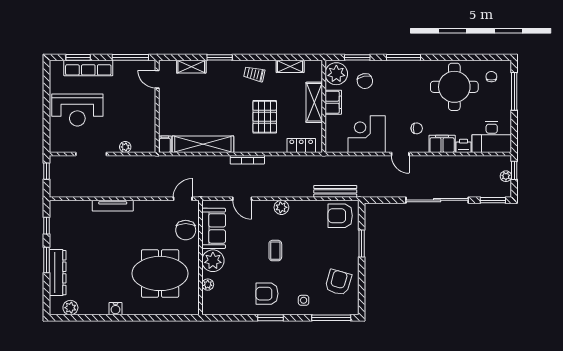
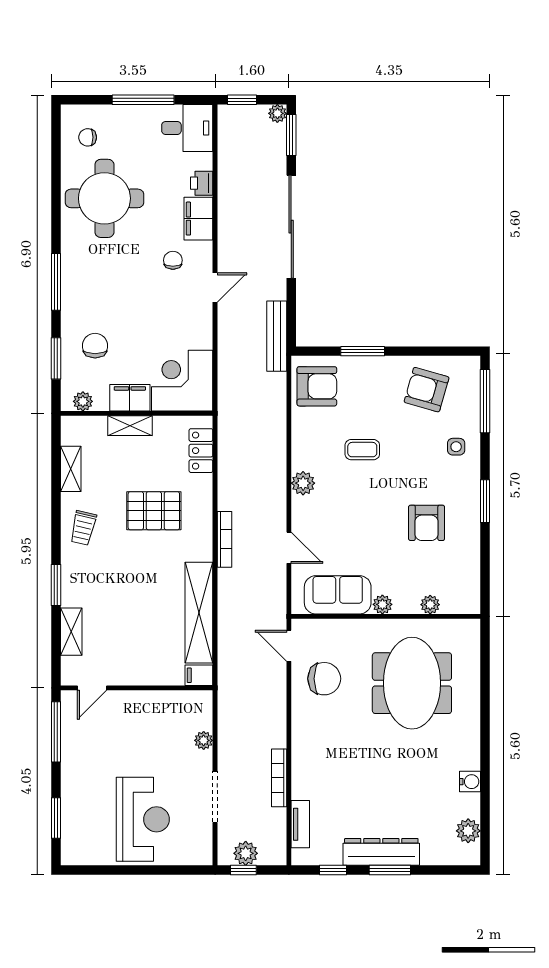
row of seats: (88, 68) -> (73, 801), removed
plant: (336, 74) -> (83, 401), width x0.53, depth x0.53
chair: (365, 81) -> (95, 346), turned -78
window: (514, 91) -> (143, 100), moved
shelving: (314, 102) -> (130, 426), width x0.67, depth x0.75
corner desk: (367, 134) -> (182, 381), moved, turned 90
desk: (492, 137) -> (187, 128), width x0.73
plant: (57, 173) -> (246, 853), added
plant: (506, 176) -> (277, 113), moved
bench: (335, 191) -> (277, 336), moved
bookcase: (103, 193) -> (279, 778), added
door: (242, 199) -> (289, 548), hinge flipped
tv unit: (113, 206) -> (300, 824), moved, width x0.71
armchair: (340, 216) -> (317, 386), turned -90
chair: (186, 230) -> (324, 679), moved
coffee table: (275, 251) -> (362, 450), moved
plant: (213, 261) -> (382, 604), width x0.53, depth x0.53
dresser: (58, 273) -> (381, 852), moved
armchair: (267, 294) -> (427, 523), moved
water cooler: (115, 309) -> (470, 782), moved

